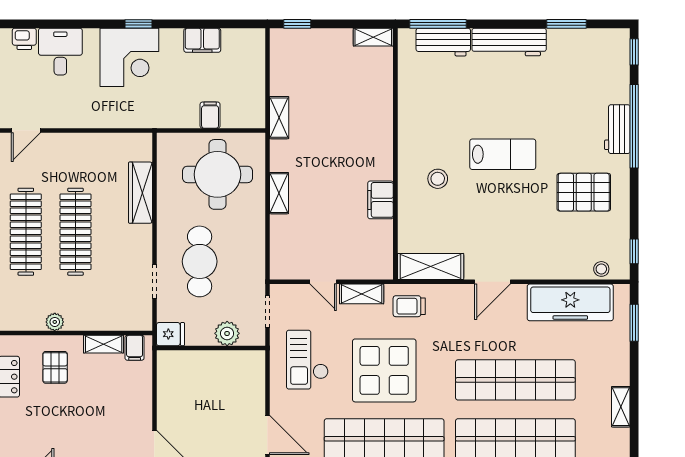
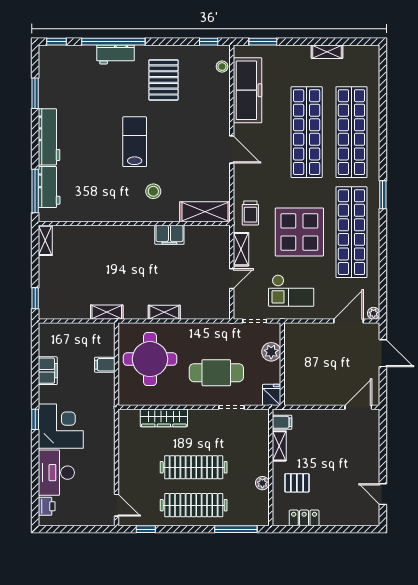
desk: (60, 52) -> (56, 473), width x1.37
shelving: (431, 266) -> (205, 212), moved, turned 90

